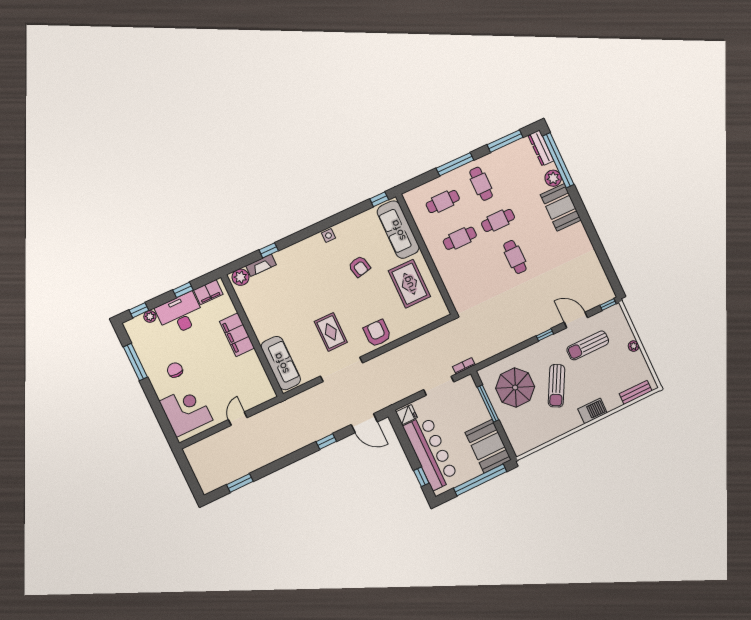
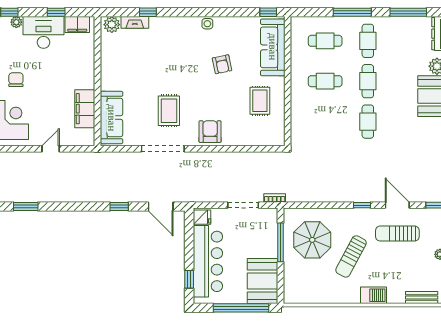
cafe table: (498, 220) -> (368, 81), turned 90
rug: (409, 284) -> (260, 101), width x0.73, depth x0.70
filing cabinet: (237, 335) -> (85, 109), moved

